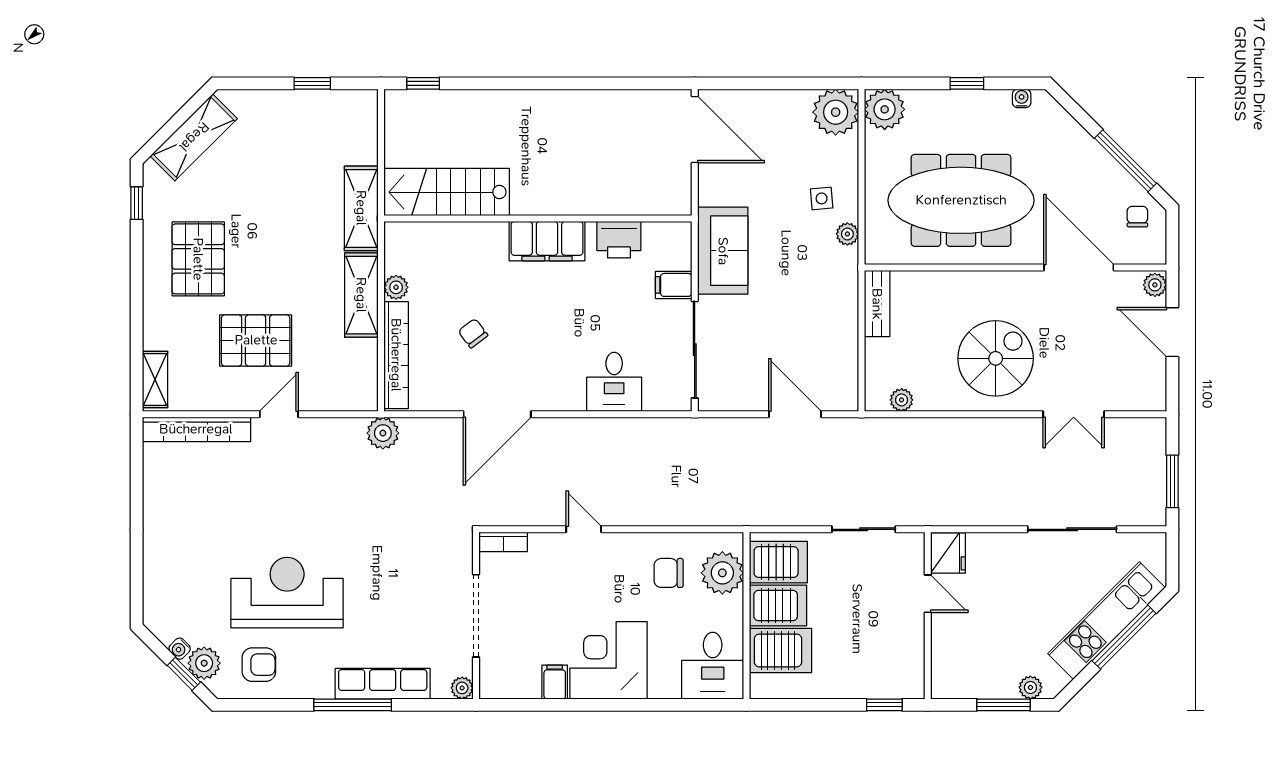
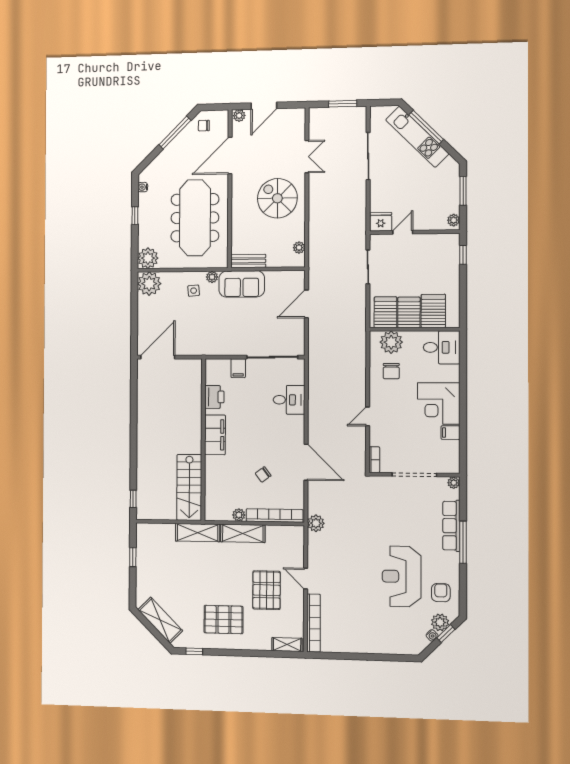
sofa: (723, 251) -> (242, 284), moved, turned 180
plant: (1030, 687) -> (454, 220), moved

